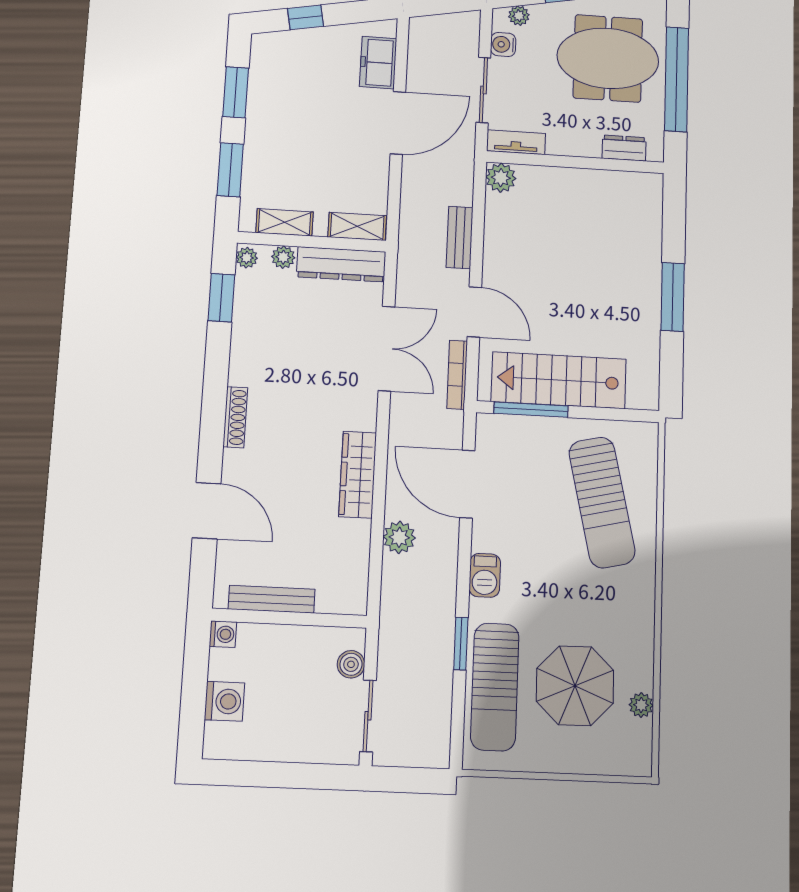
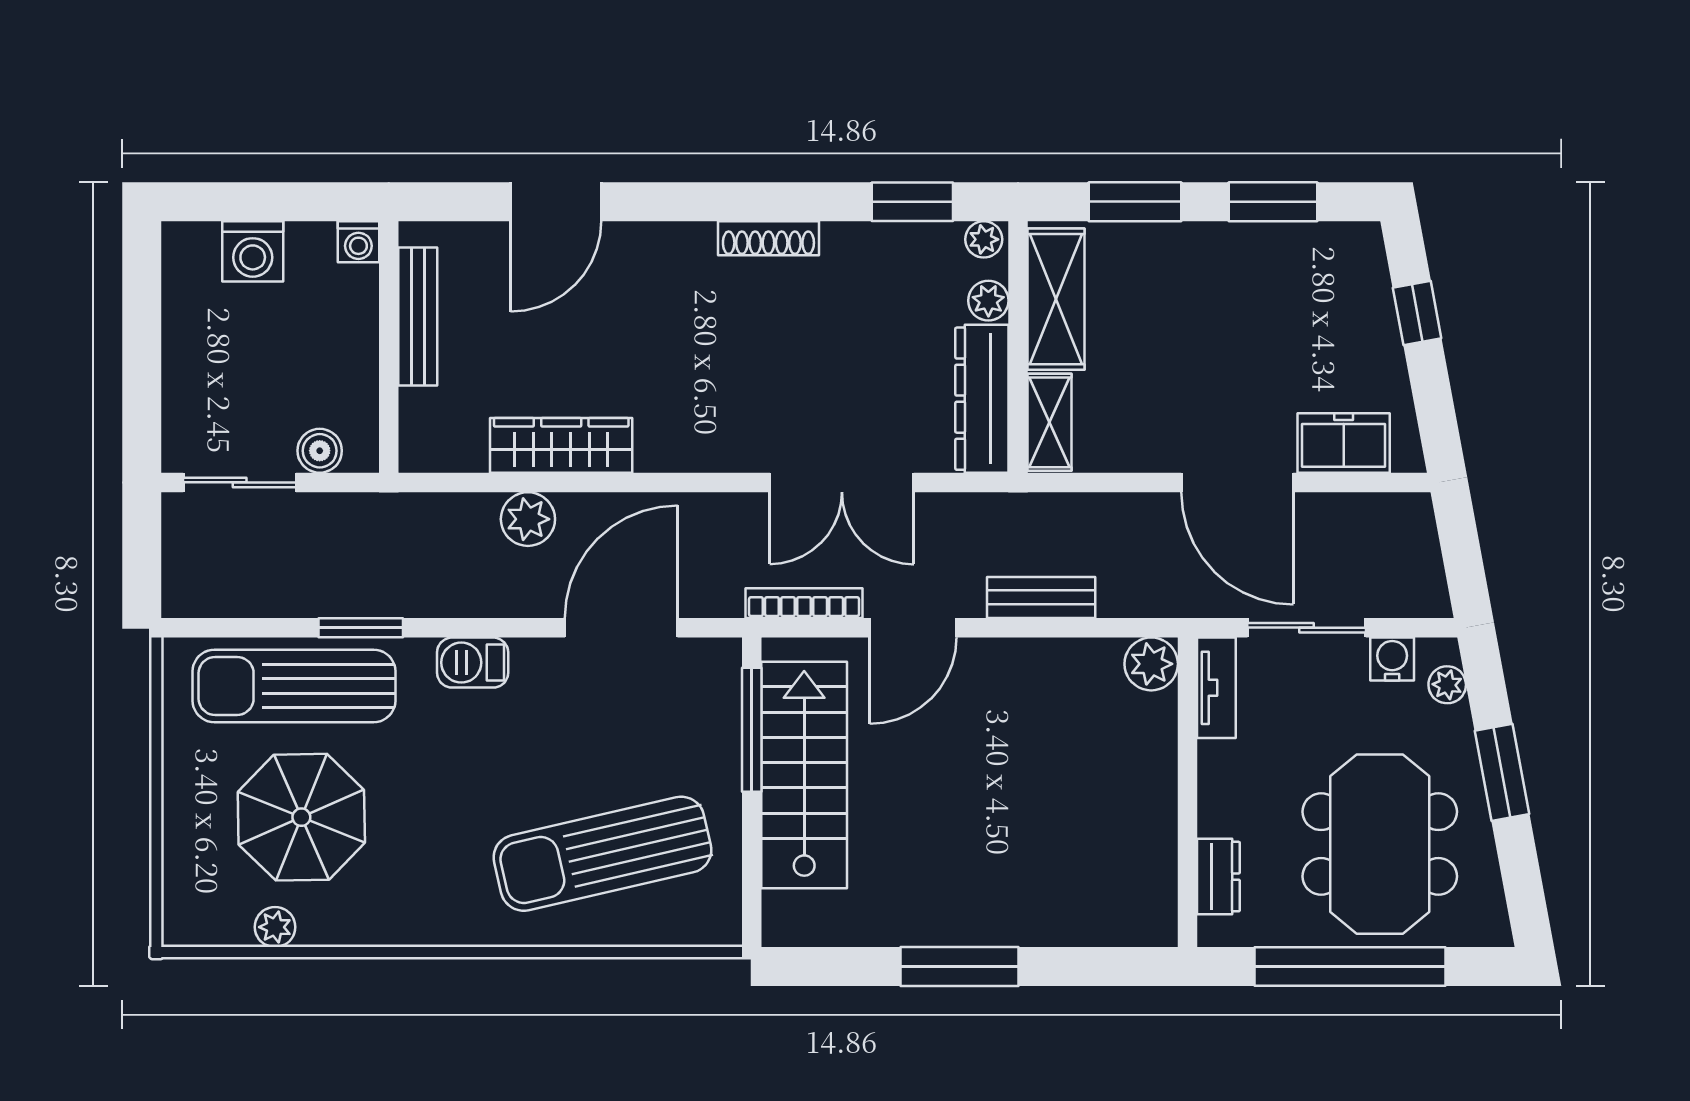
shelving: (285, 222) -> (1056, 299), width x1.50, depth x1.33
shoe rack: (235, 417) -> (768, 238), moved
wardrobe: (358, 475) -> (561, 445), moved

